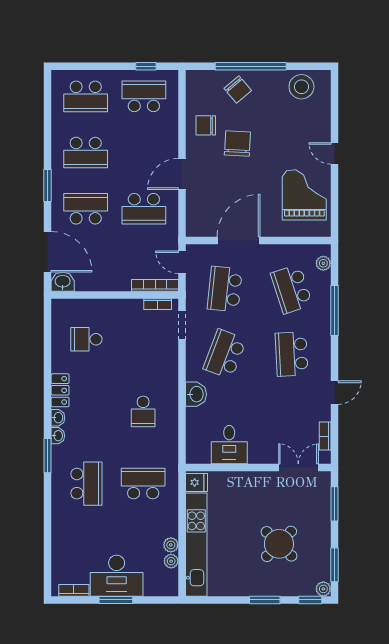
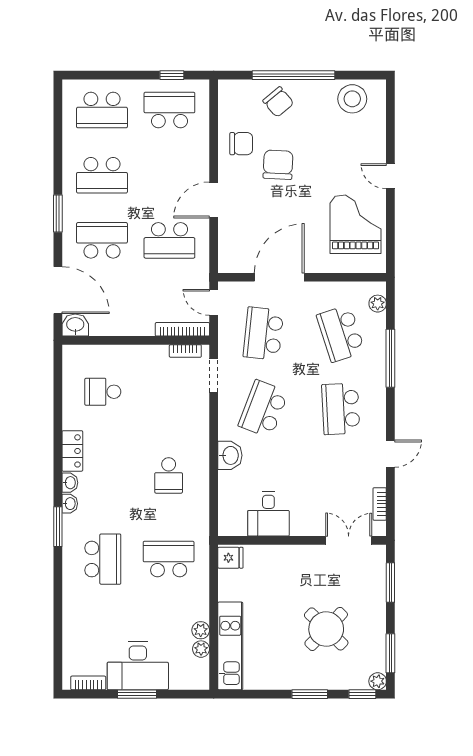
chair: (206, 125) -> (241, 144), turned 180
kitchen unit: (196, 545) -> (230, 646), width x0.73

